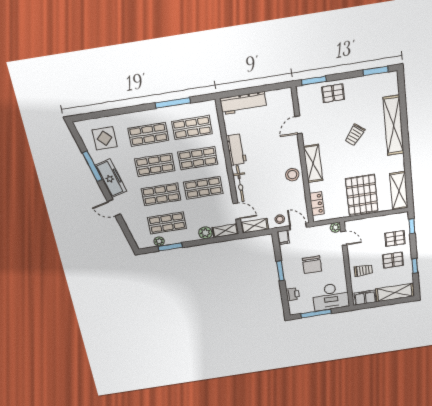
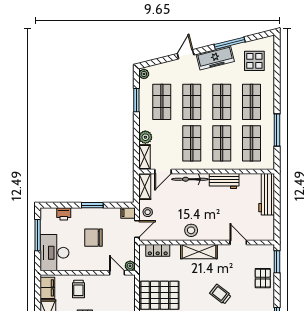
door: (344, 238) -> (117, 273), swing flipped
plant: (159, 241) -> (144, 74), moved

